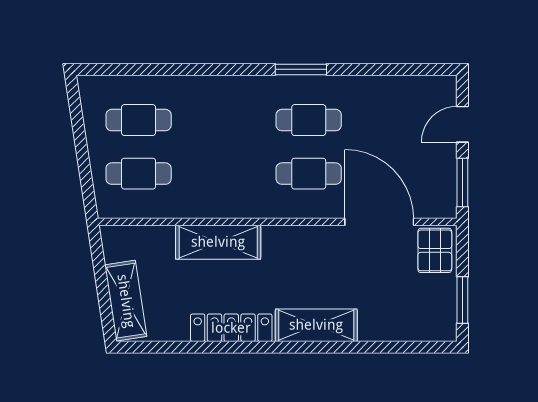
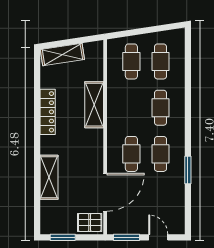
window: (301, 69) -> (188, 170), moved
cafe table: (224, 120) -> (161, 108), added
shelving: (316, 325) -> (49, 177), moved

